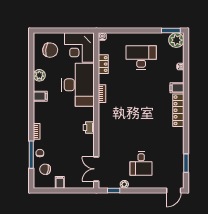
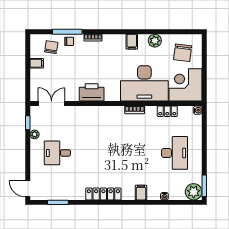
locker: (178, 110) -> (103, 194), moved
printer: (89, 127) -> (92, 92), width x1.87, depth x1.48

